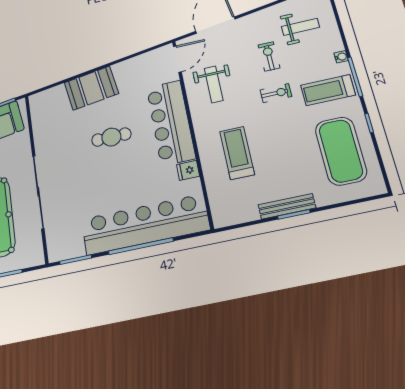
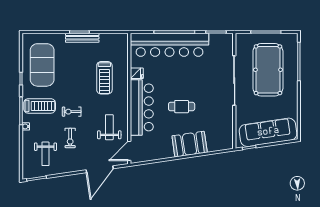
weight bench: (301, 27) -> (45, 154), turned -90

